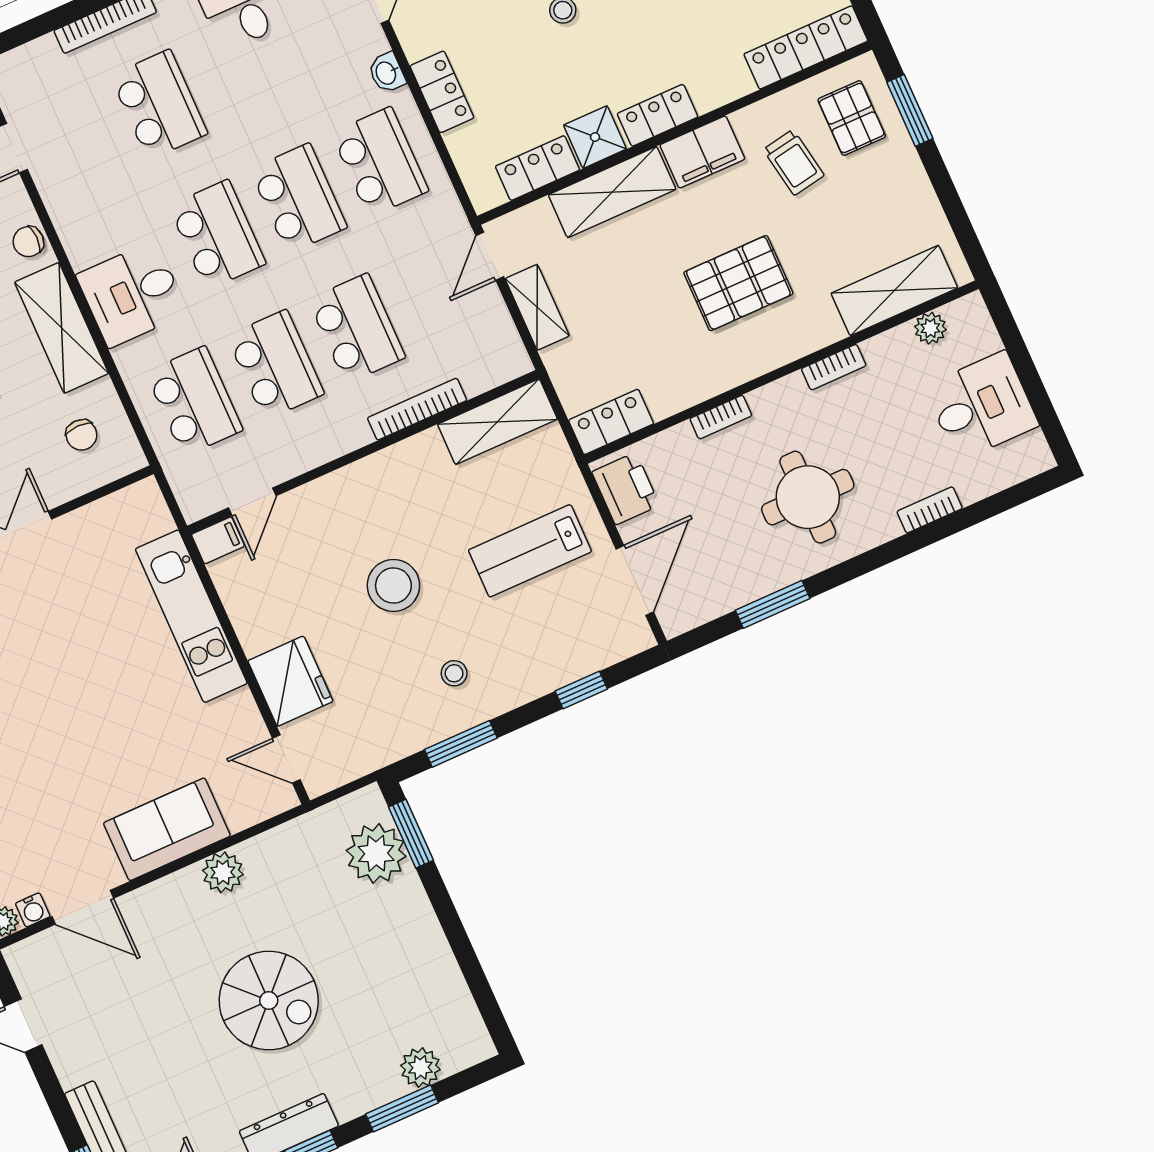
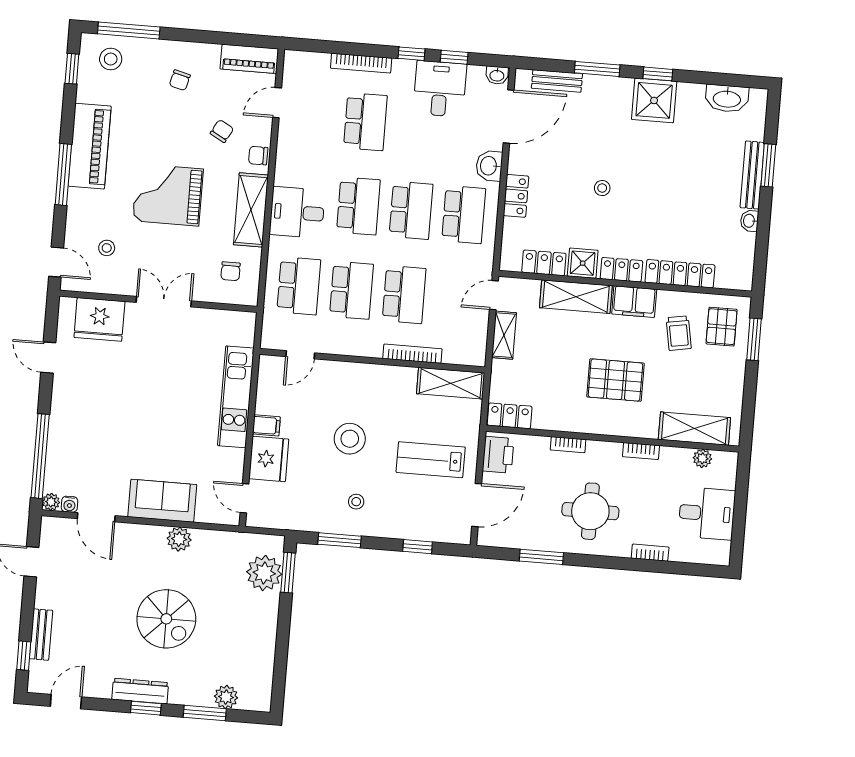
locker: (806, 47) -> (680, 274), moved
washbasin: (387, 73) -> (489, 166), width x1.38, depth x1.45
filing cabinet: (218, 540) -> (266, 425), moved

